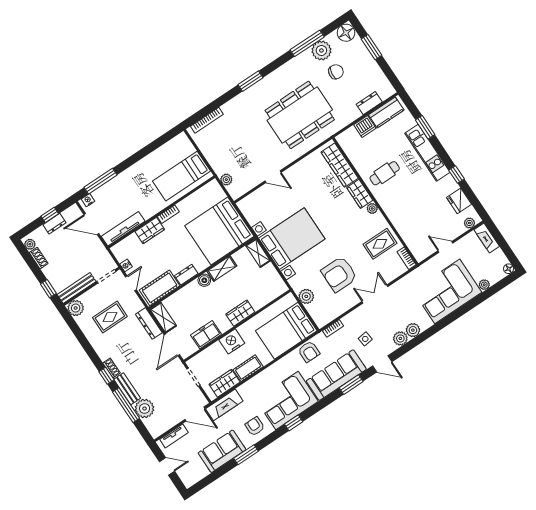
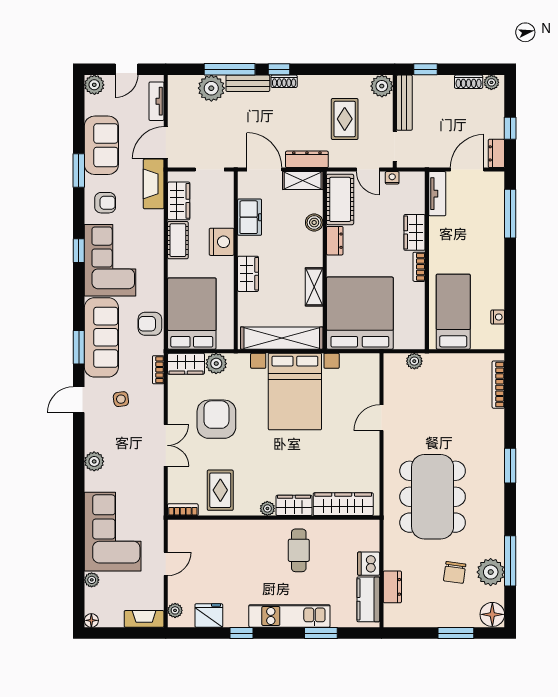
nightstand: (88, 200) -> (498, 317), moved
dresser: (54, 224) -> (496, 153), moved
tv unit: (123, 229) -> (437, 194), width x0.71
shelving: (258, 253) -> (282, 338), width x2.20, depth x1.33
boiler: (204, 280) -> (314, 223), moved
wardrobe: (318, 314) -> (186, 364), added
plant: (400, 338) -> (94, 85), moved

